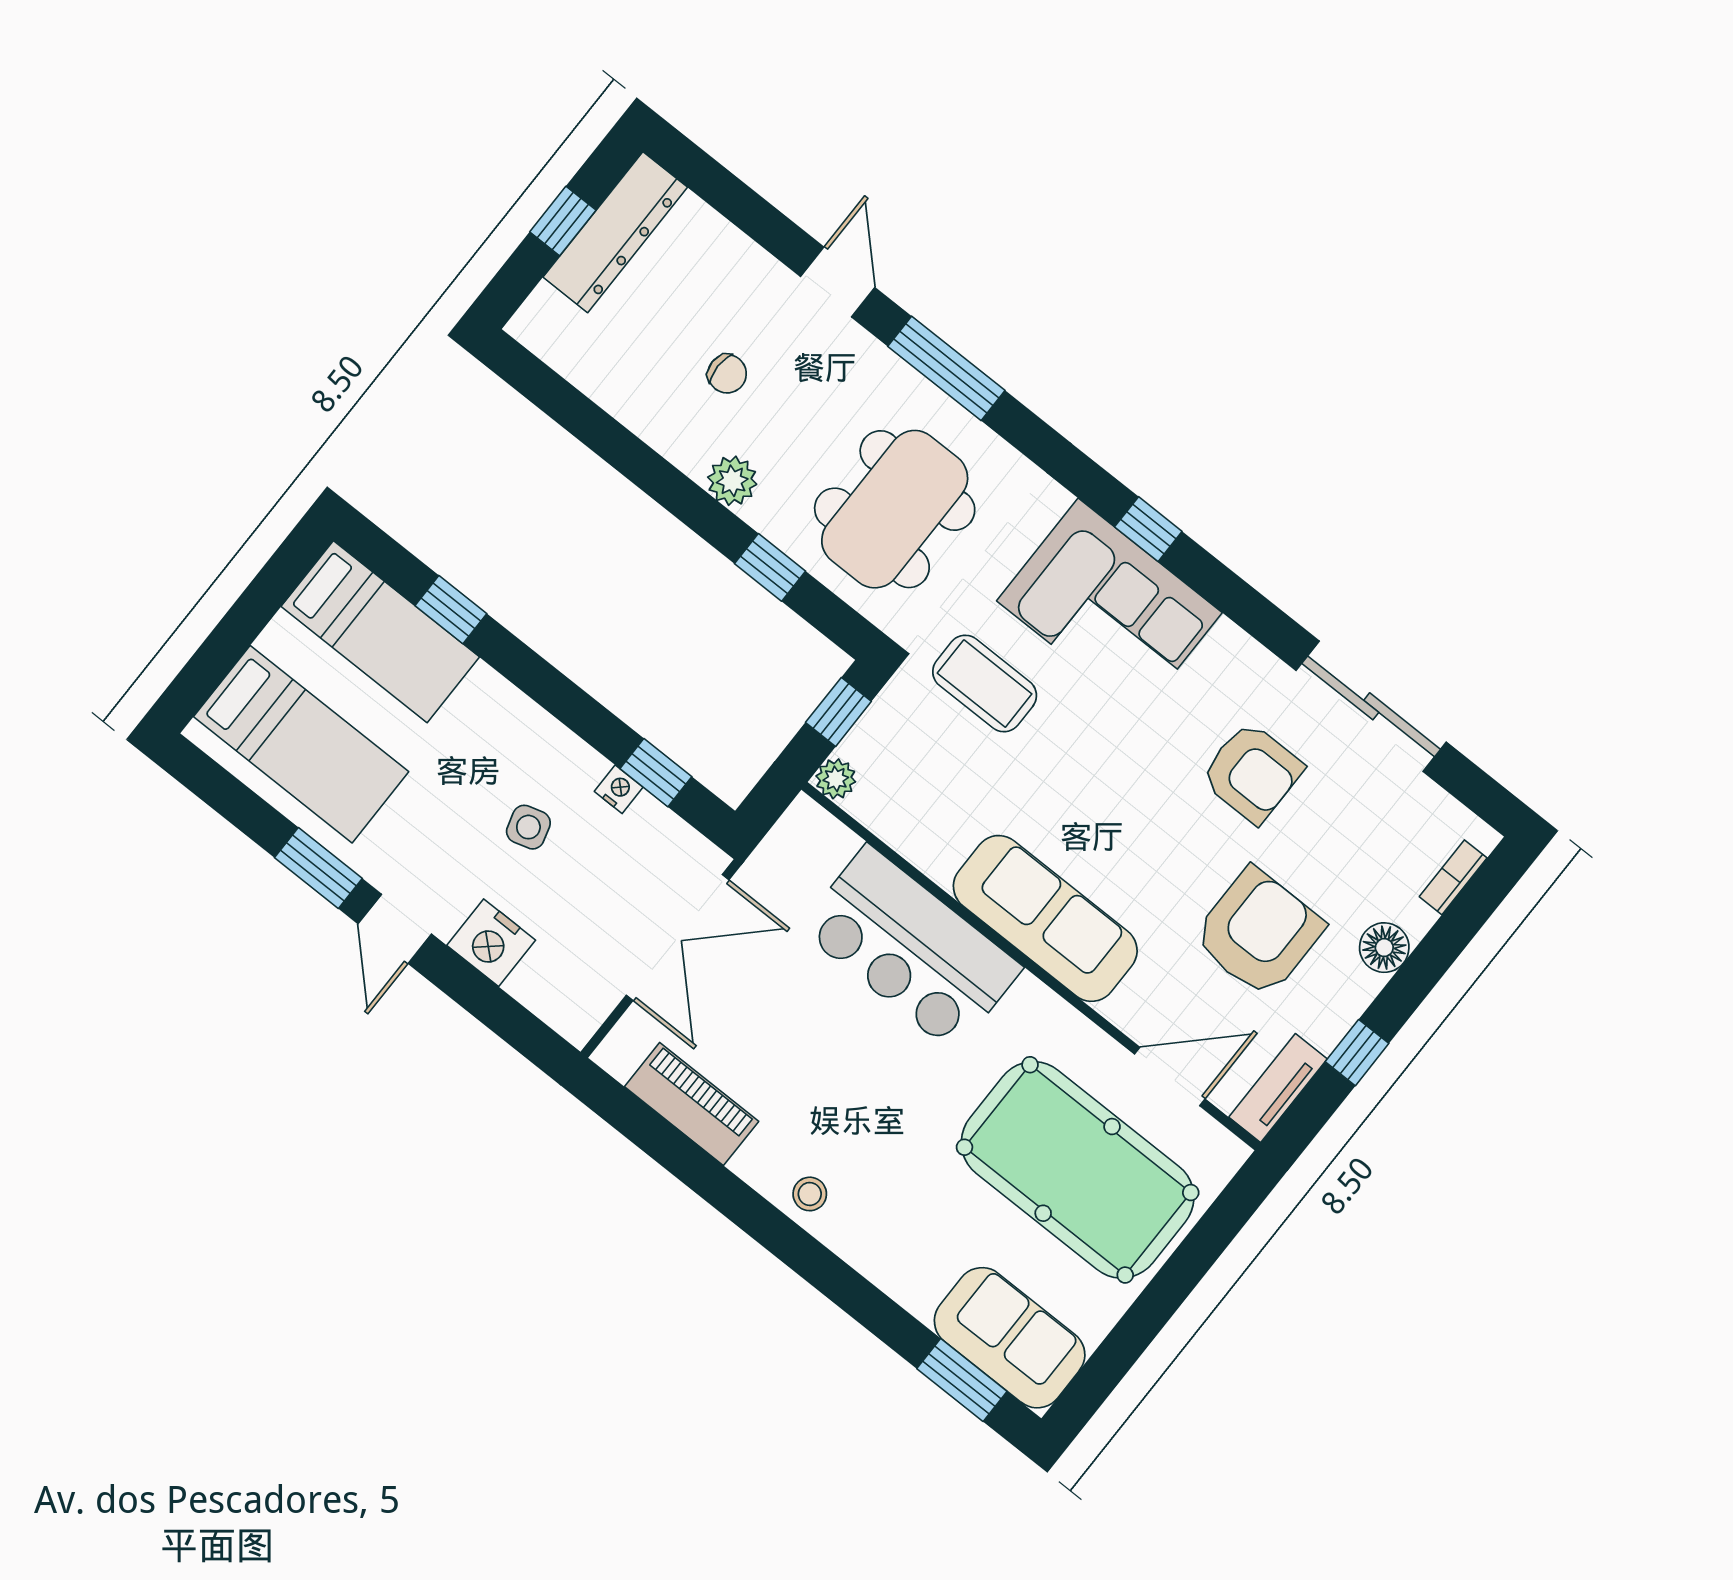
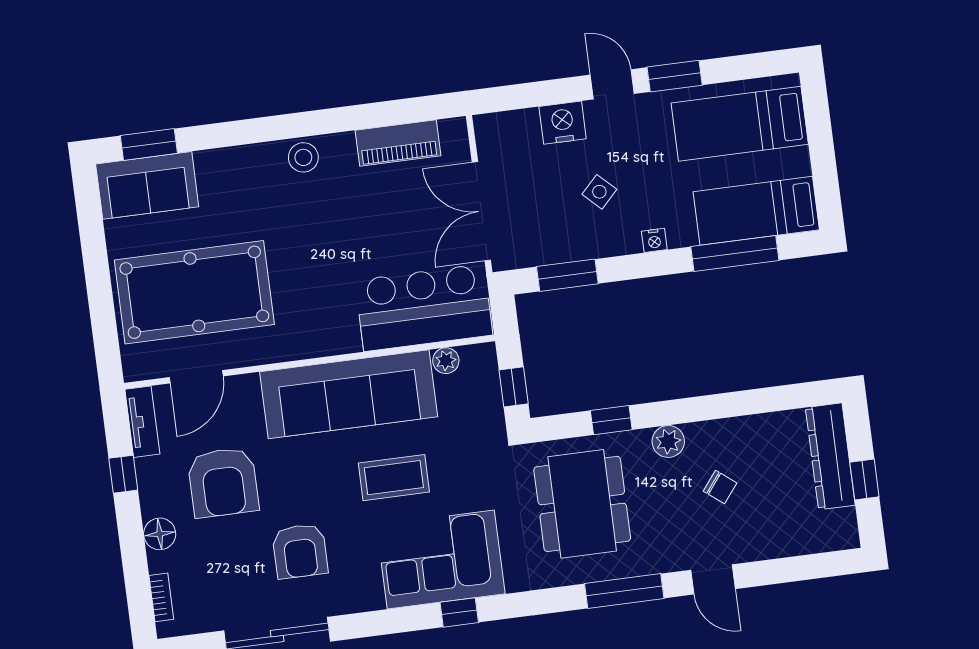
dresser: (615, 232) -> (830, 456), moved
chair: (727, 374) -> (720, 487), turned -142
window: (451, 610) -> (735, 253), width x2.17
coffee table: (985, 684) -> (394, 478), moved
window: (656, 773) -> (567, 275), width x1.50
armchair: (1252, 773) -> (300, 551), turned -90
plant: (836, 779) -> (446, 361), moved
nightstand: (619, 789) -> (654, 240), moved
side table: (528, 827) -> (599, 192), turned -30
sofa: (1045, 918) -> (349, 394), width x1.36, depth x1.27
bar counter: (911, 948) -> (424, 308), moved
stool: (810, 1194) -> (303, 157), width x1.37, depth x1.37

